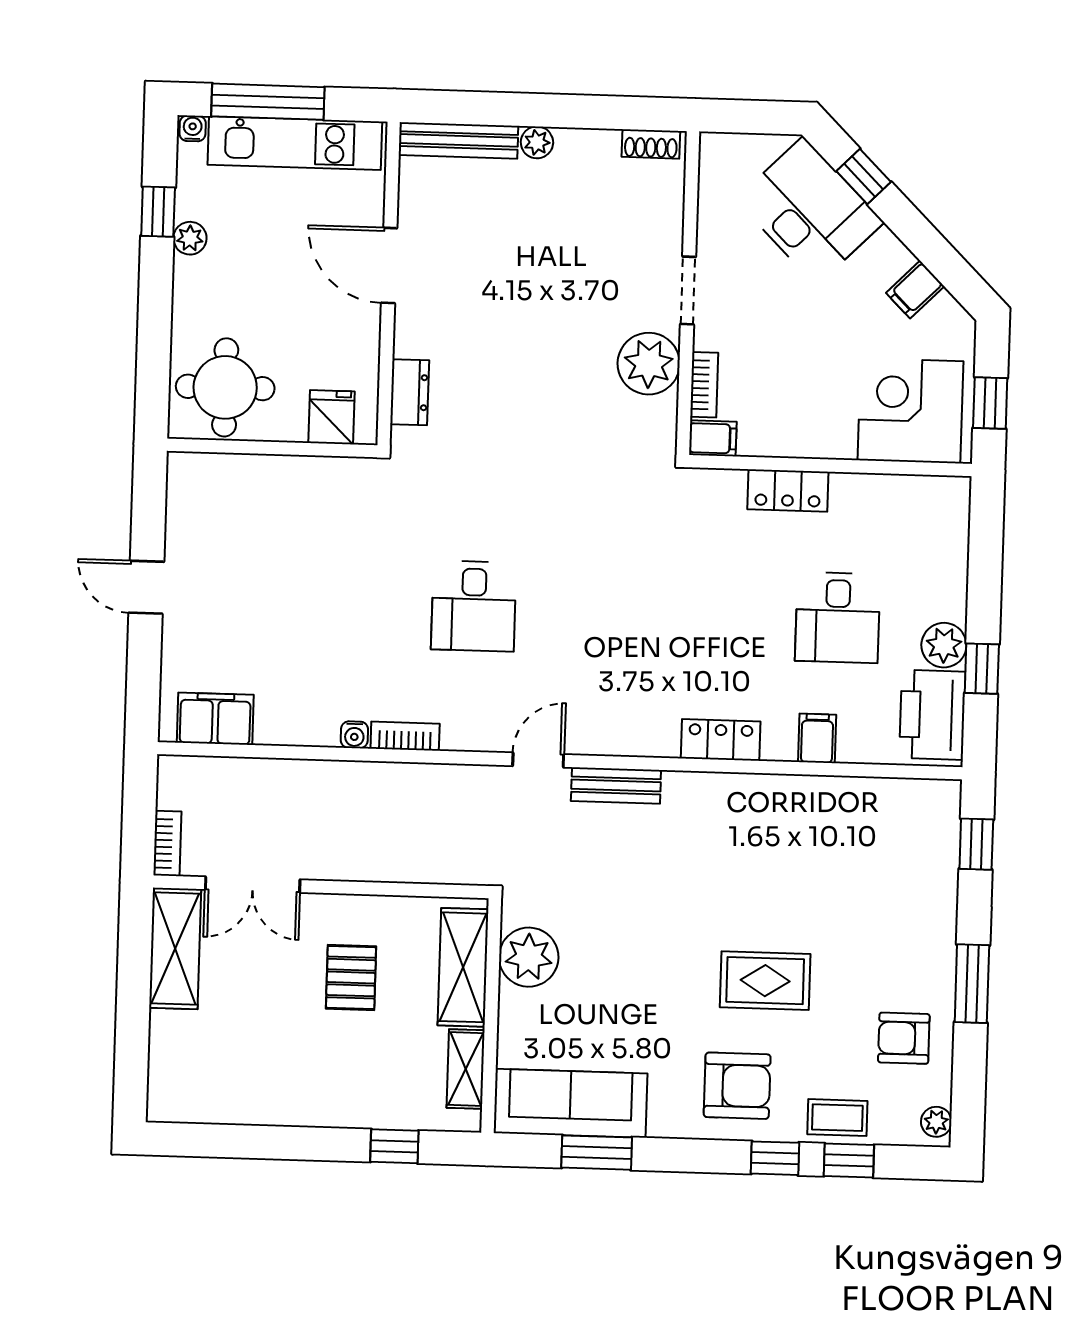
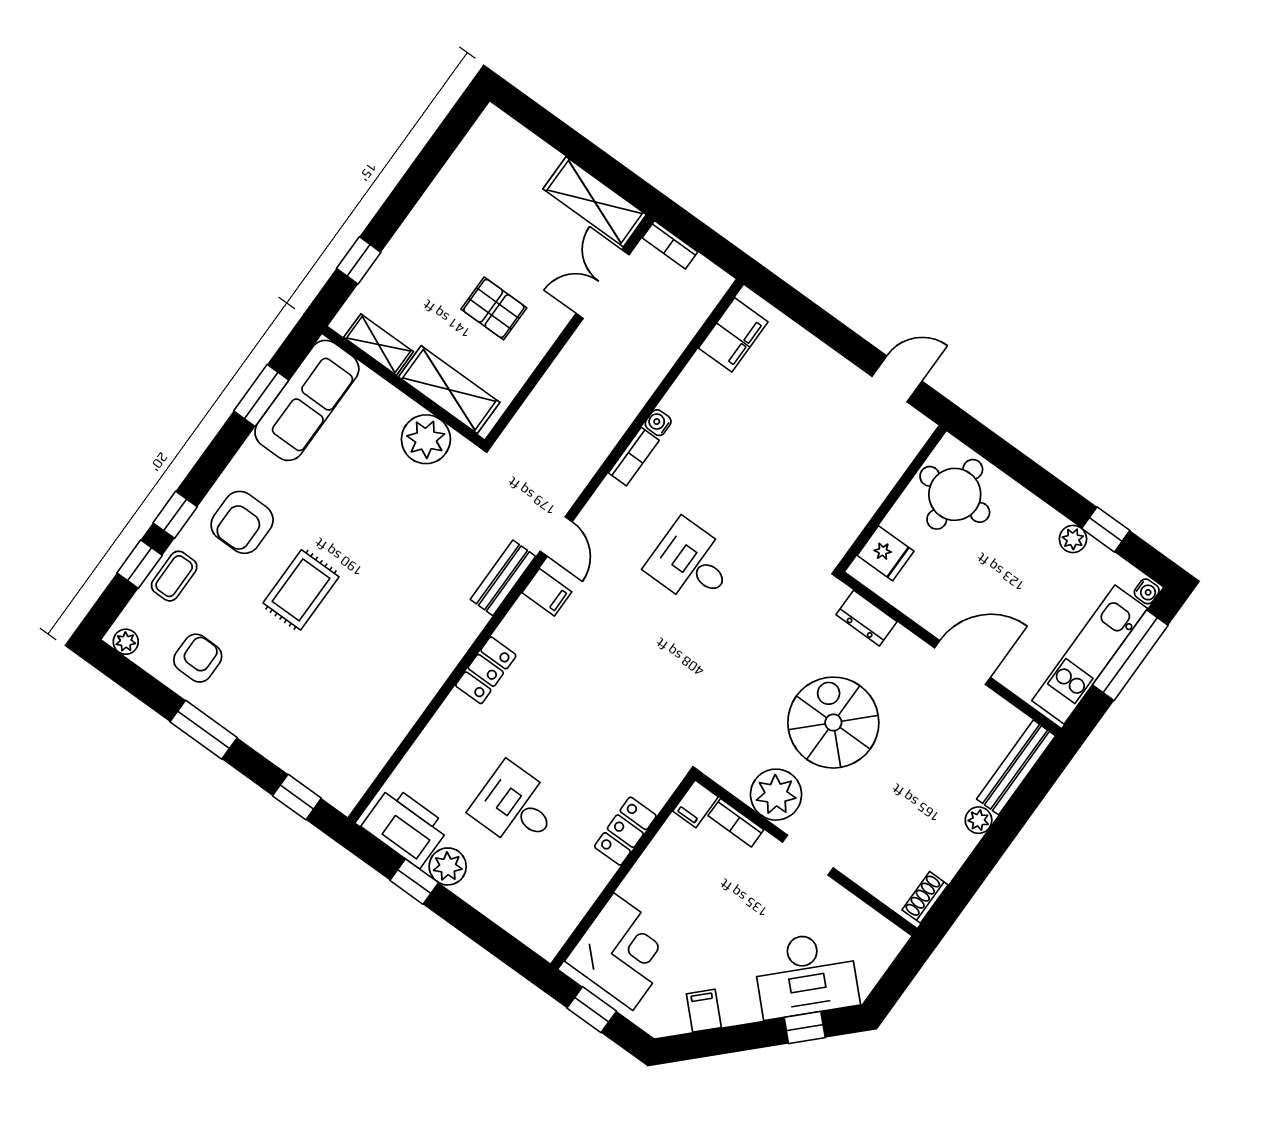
spiral stairs: (537, 355) -> (833, 723), added
door: (146, 587) -> (897, 379), moved
filing cabinet: (817, 738) -> (547, 592), moved

